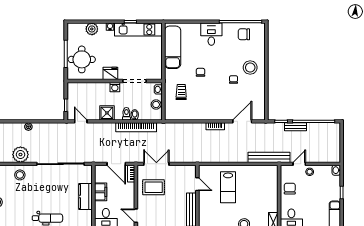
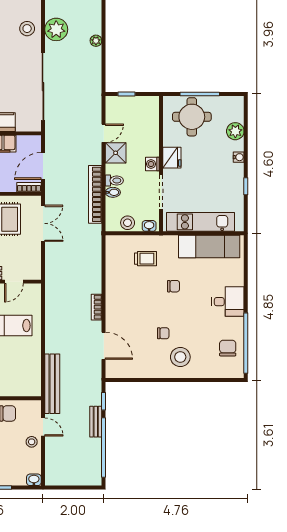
kitchen unit: (138, 30) -> (200, 222), moved, turned 90
door: (81, 121) -> (104, 133), moved

